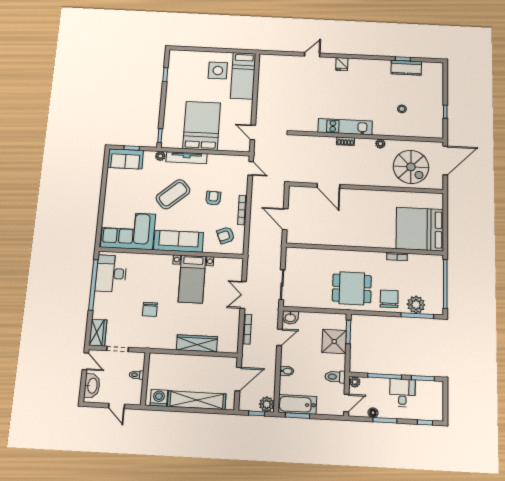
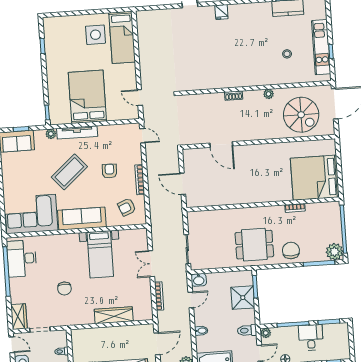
kitchen unit: (345, 127) -> (321, 47), moved, turned -90
plant: (416, 305) -> (335, 252), moved

